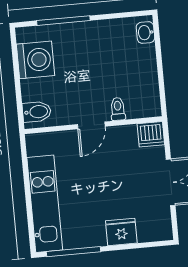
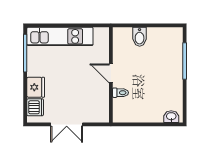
washing machine: (35, 60) -> (159, 39), removed
bidet: (37, 112) -> (140, 37), moved
dishwasher: (151, 134) -> (35, 107), moved, turned 180

